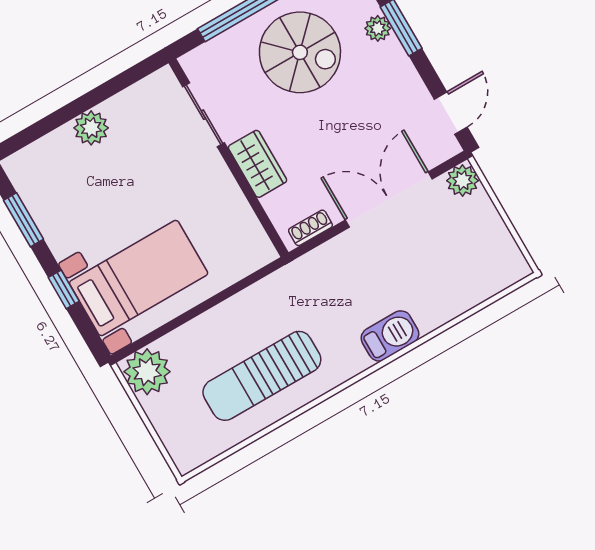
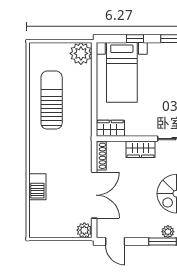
shoe rack: (310, 228) -> (101, 156), width x1.43
wardrobe: (251, 240) -> (110, 128), added
barbecue: (390, 336) -> (37, 187), moved

